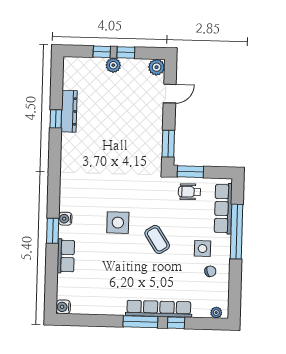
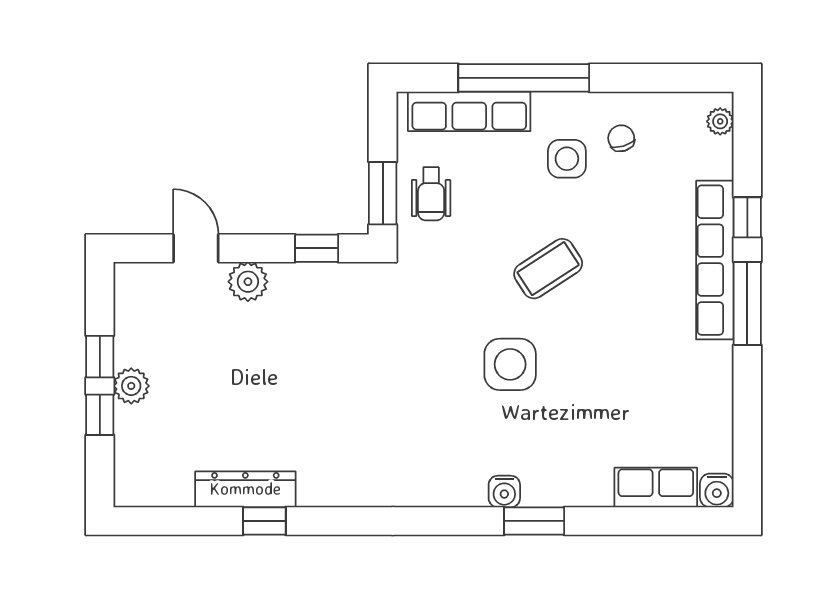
plant: (157, 67) -> (248, 282), moved
window: (168, 144) -> (317, 248), width x0.67
row of seats: (66, 256) -> (656, 488), moved

